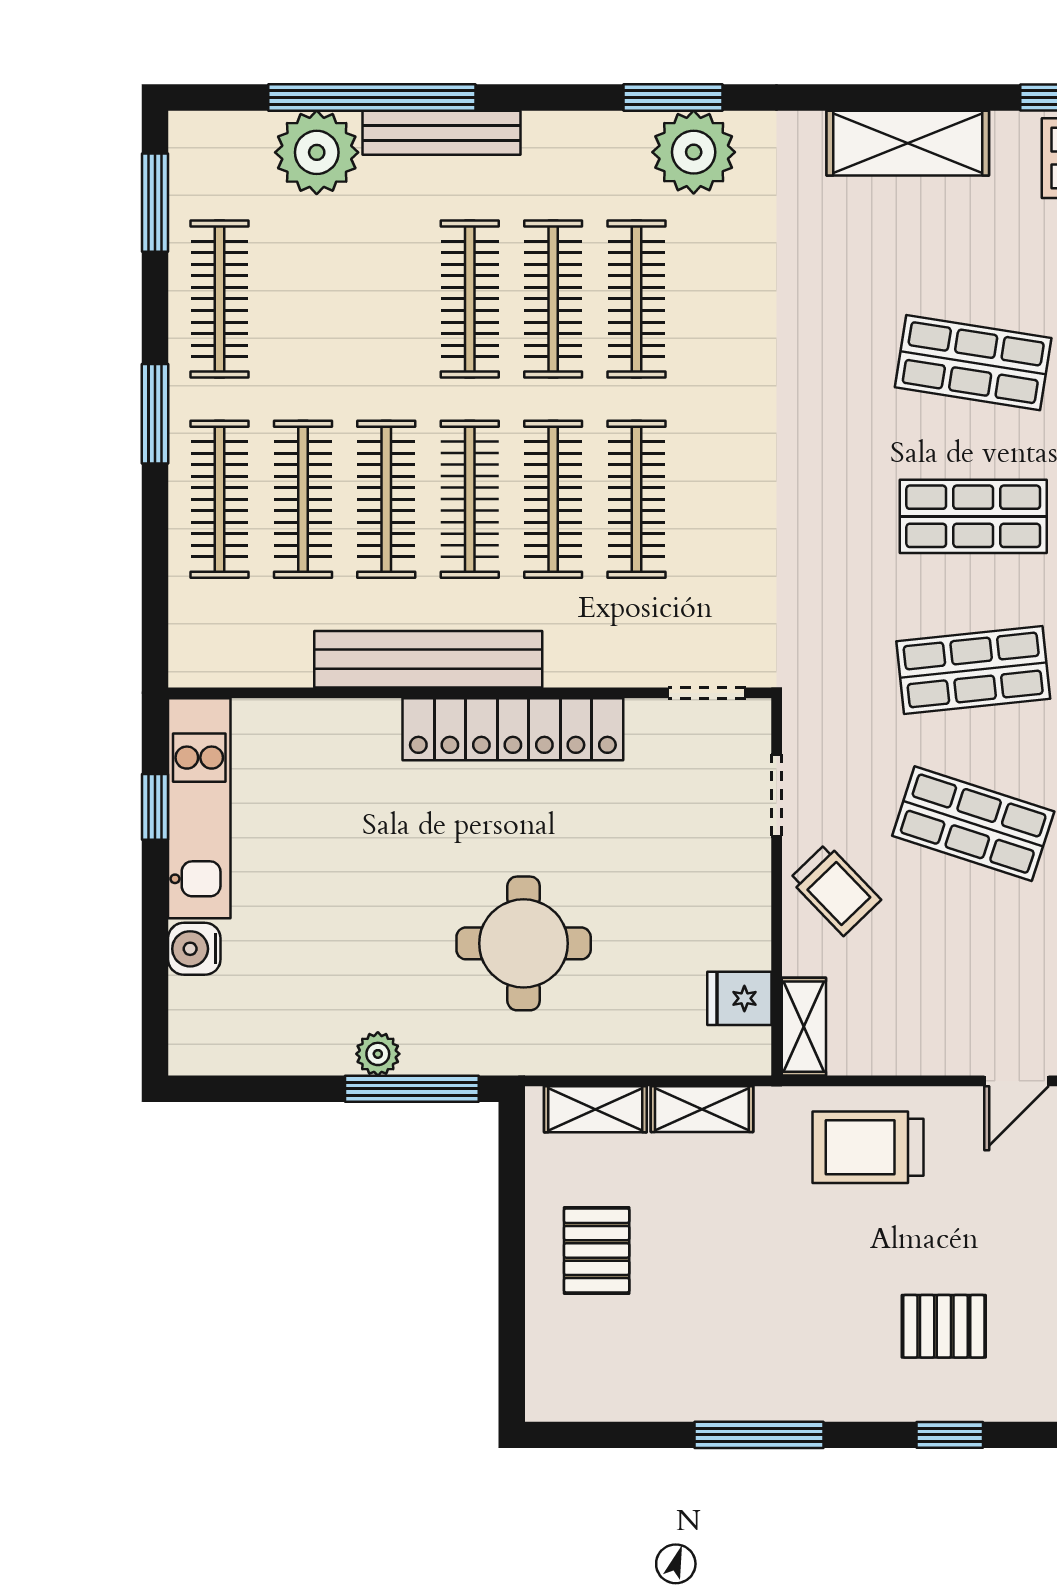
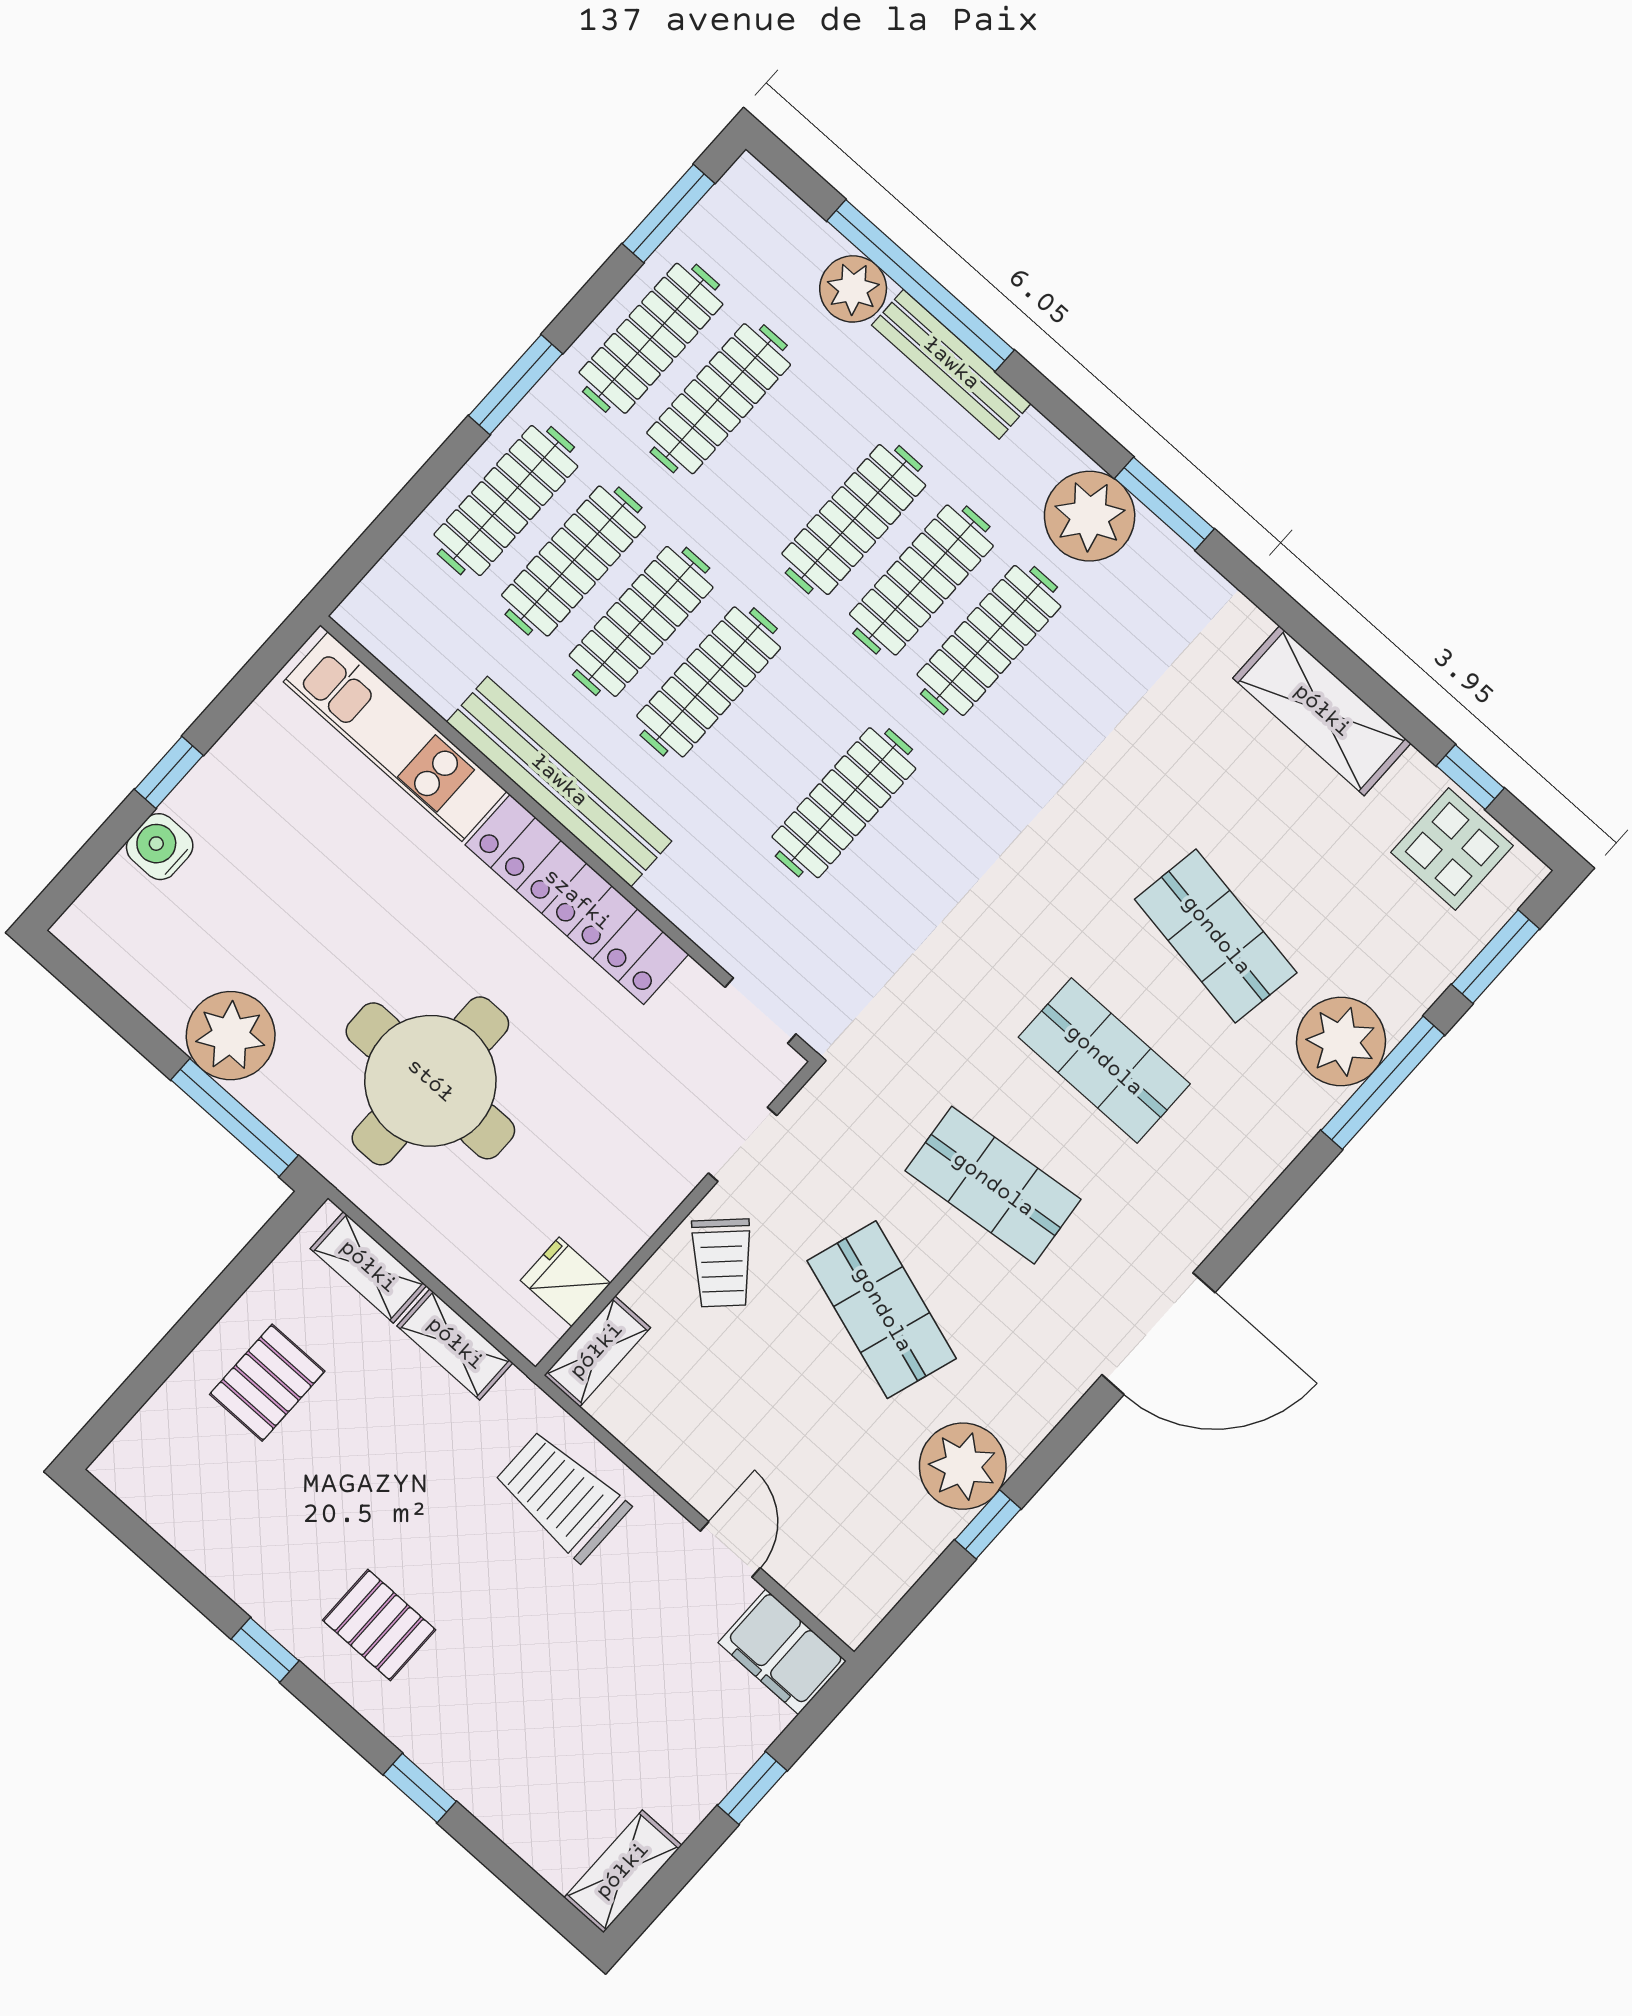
plant: (317, 152) -> (853, 289), width x0.73, depth x0.73
plant: (694, 152) -> (1090, 516), moved
clothes rail: (553, 499) -> (719, 399), moved
window: (155, 807) -> (169, 772), moved
kitchen unit: (199, 808) -> (395, 737), moved, turned 90
round table: (524, 943) -> (430, 1081), width x1.36, depth x1.36
plant: (378, 1054) -> (231, 1036), width x1.88, depth x1.88
door: (1016, 1081) -> (730, 1549), swing flipped
pallet: (944, 1326) -> (379, 1625), moved
window: (759, 1435) -> (265, 1650), width x0.46

